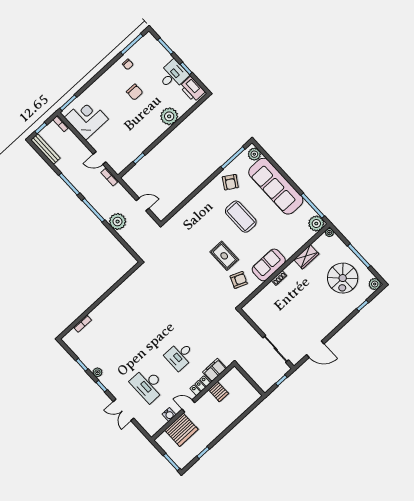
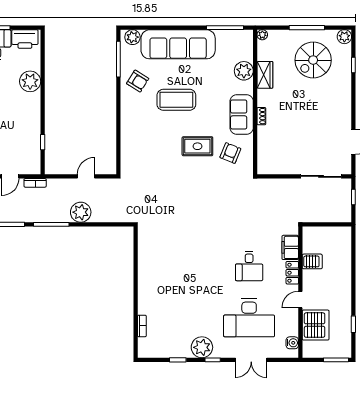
plant: (316, 224) -> (244, 71), moved
spiral stairs: (343, 278) -> (313, 60), turned 90
plant: (97, 372) -> (202, 347), width x1.88, depth x1.88
desk: (148, 385) -> (249, 318), width x1.36, depth x1.30
water cooler: (169, 415) -> (292, 343), moved

